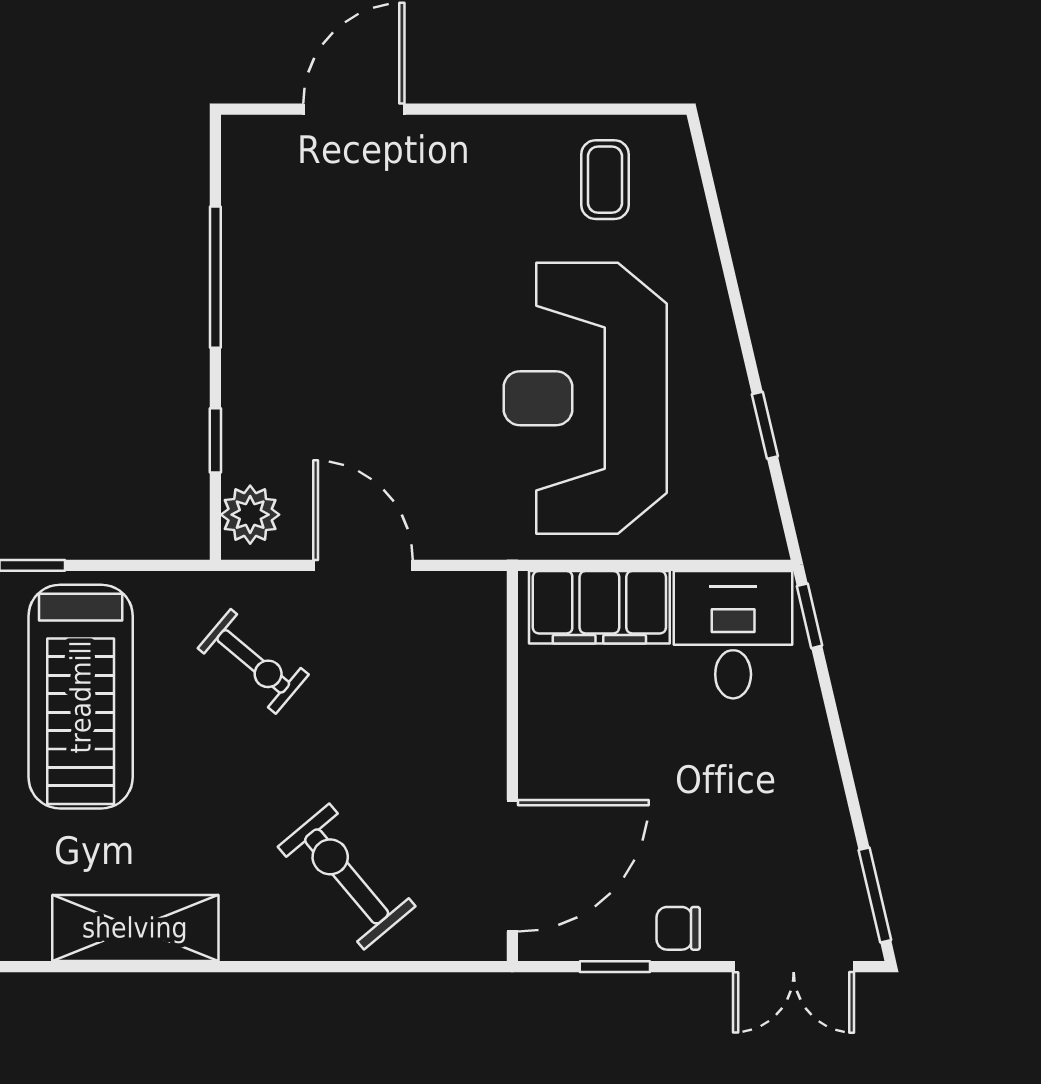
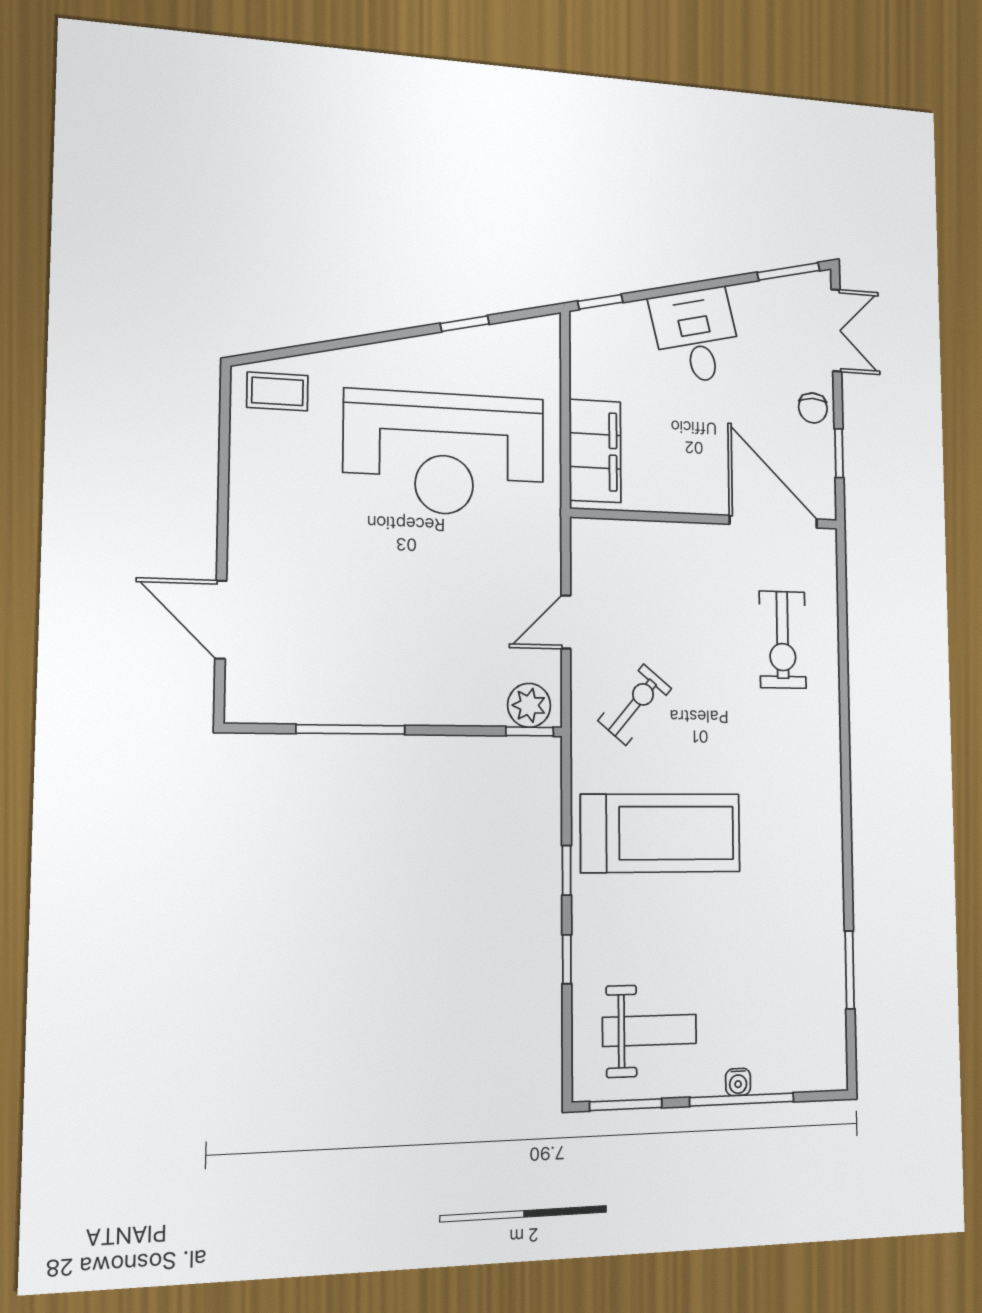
coffee table: (605, 180) -> (277, 391), moved
window: (215, 440) -> (530, 731), moved
door: (363, 565) -> (566, 622), width x0.73
desk: (733, 635) -> (696, 336), moved, turned 77
exercise bike: (347, 876) -> (783, 640), turned -50
shelving: (135, 928) -> (820, 793), removed

